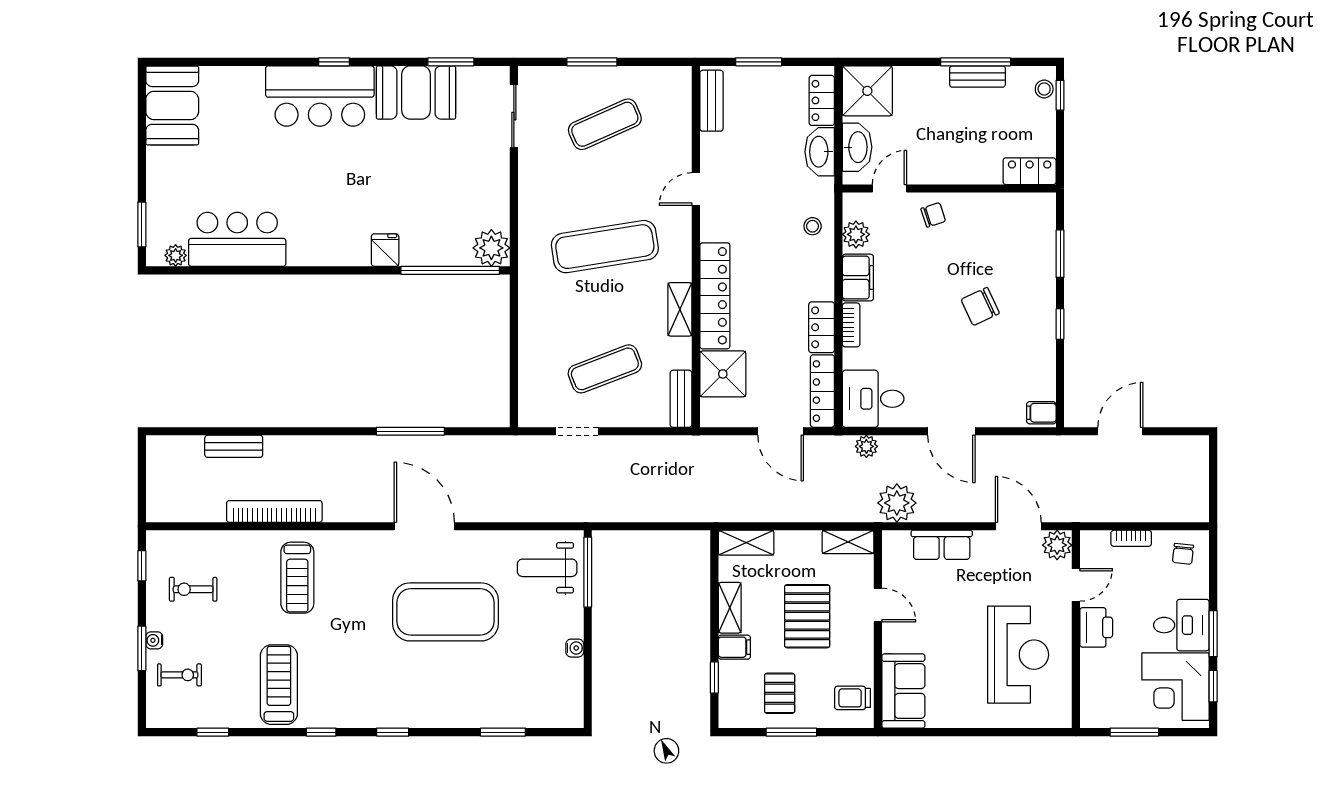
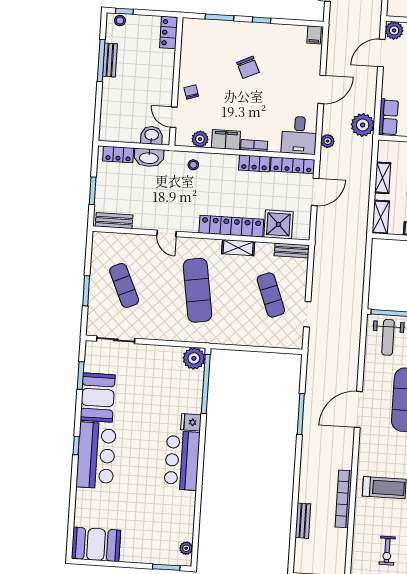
shower: (867, 91) -> (114, 127), removed
washbasin: (857, 147) -> (152, 135), width x0.72
bar counter: (237, 239) -> (182, 460), moved
shelving: (848, 542) -> (383, 178), moved
row of seats: (942, 545) -> (388, 117), moved

